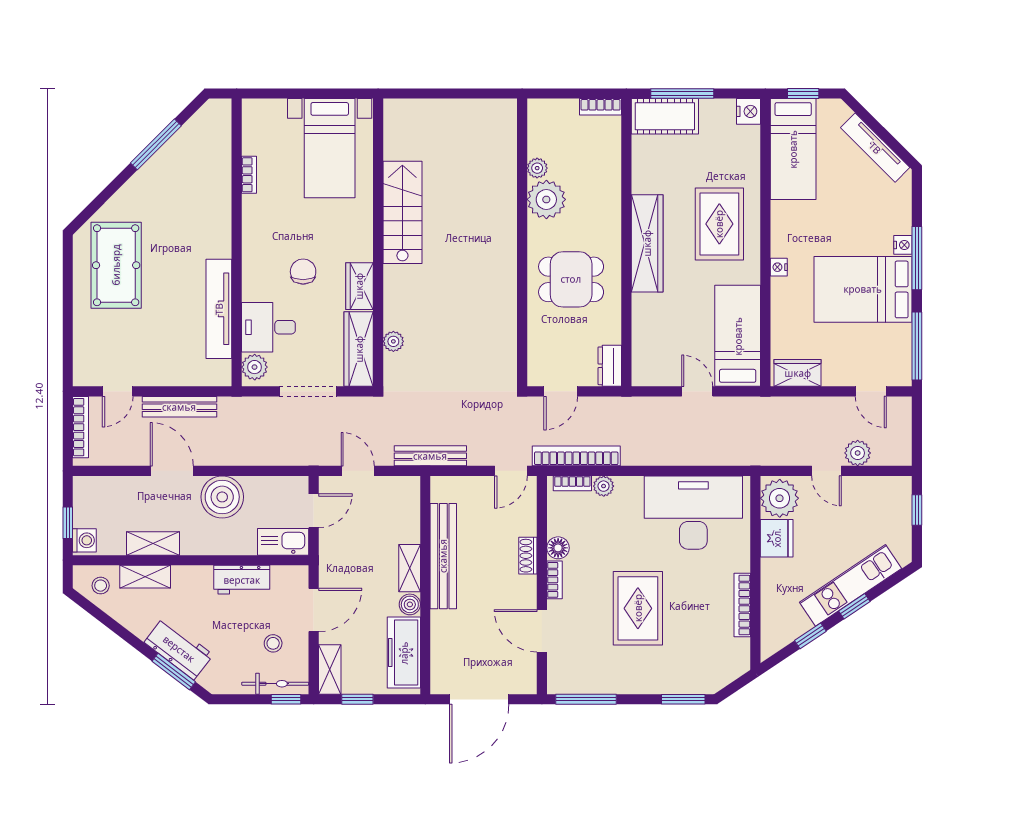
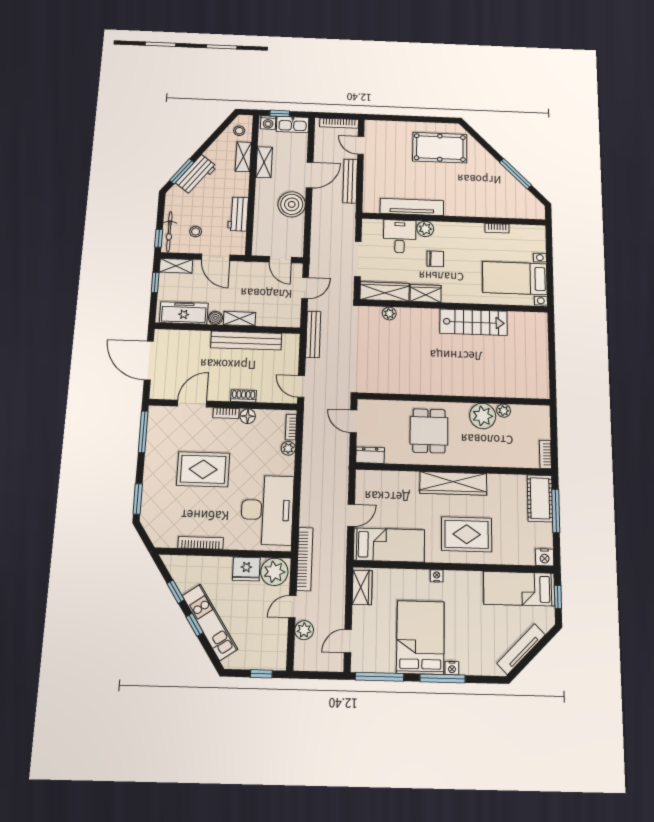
plant: (255, 367) -> (425, 229), moved
bookcase: (576, 456) -> (305, 559), moved
kitchen sink: (283, 542) -> (293, 124), moved, turned 90

